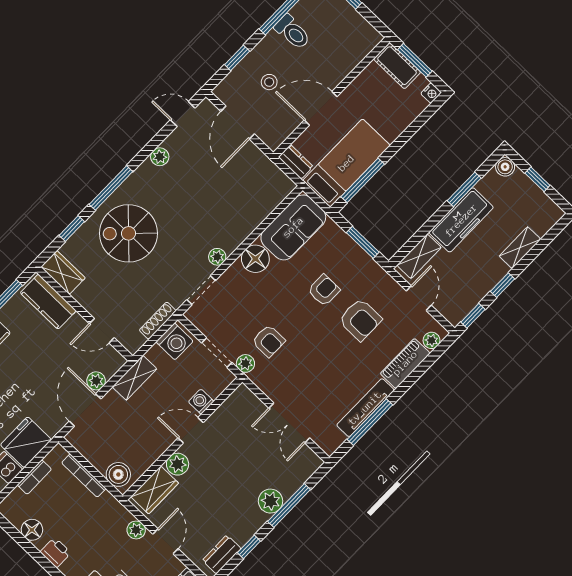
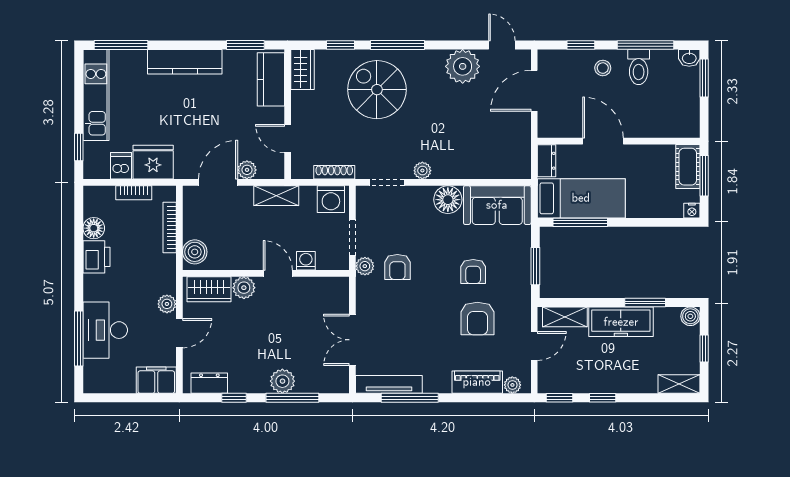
stool: (269, 82) -> (603, 68), moved
plant: (160, 157) -> (463, 66), width x1.88, depth x1.88
shelving: (520, 248) -> (679, 384), moved
armchair: (324, 290) -> (473, 272), turned 90
tv unit: (365, 408) -> (389, 384), moved
printer: (56, 552) -> (96, 257), width x1.36, depth x1.24

